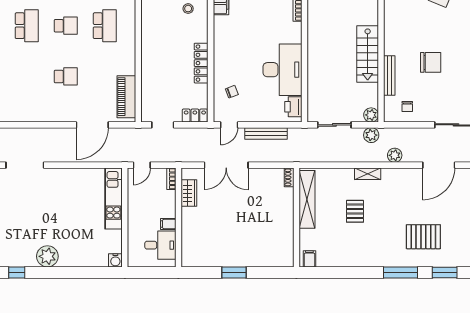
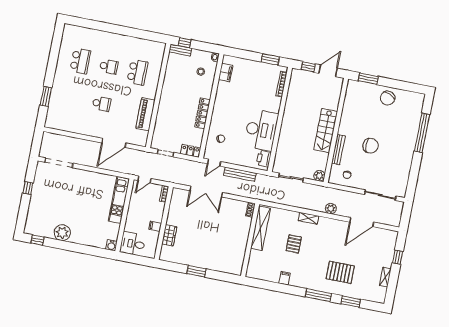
piano: (126, 97) -> (145, 114), moved
plant: (371, 135) -> (317, 190), removed
wardrobe: (189, 193) -> (169, 235), moved
desk: (160, 245) -> (133, 244), moved, turned 180
filing cabinet: (309, 259) -> (285, 278), moved

